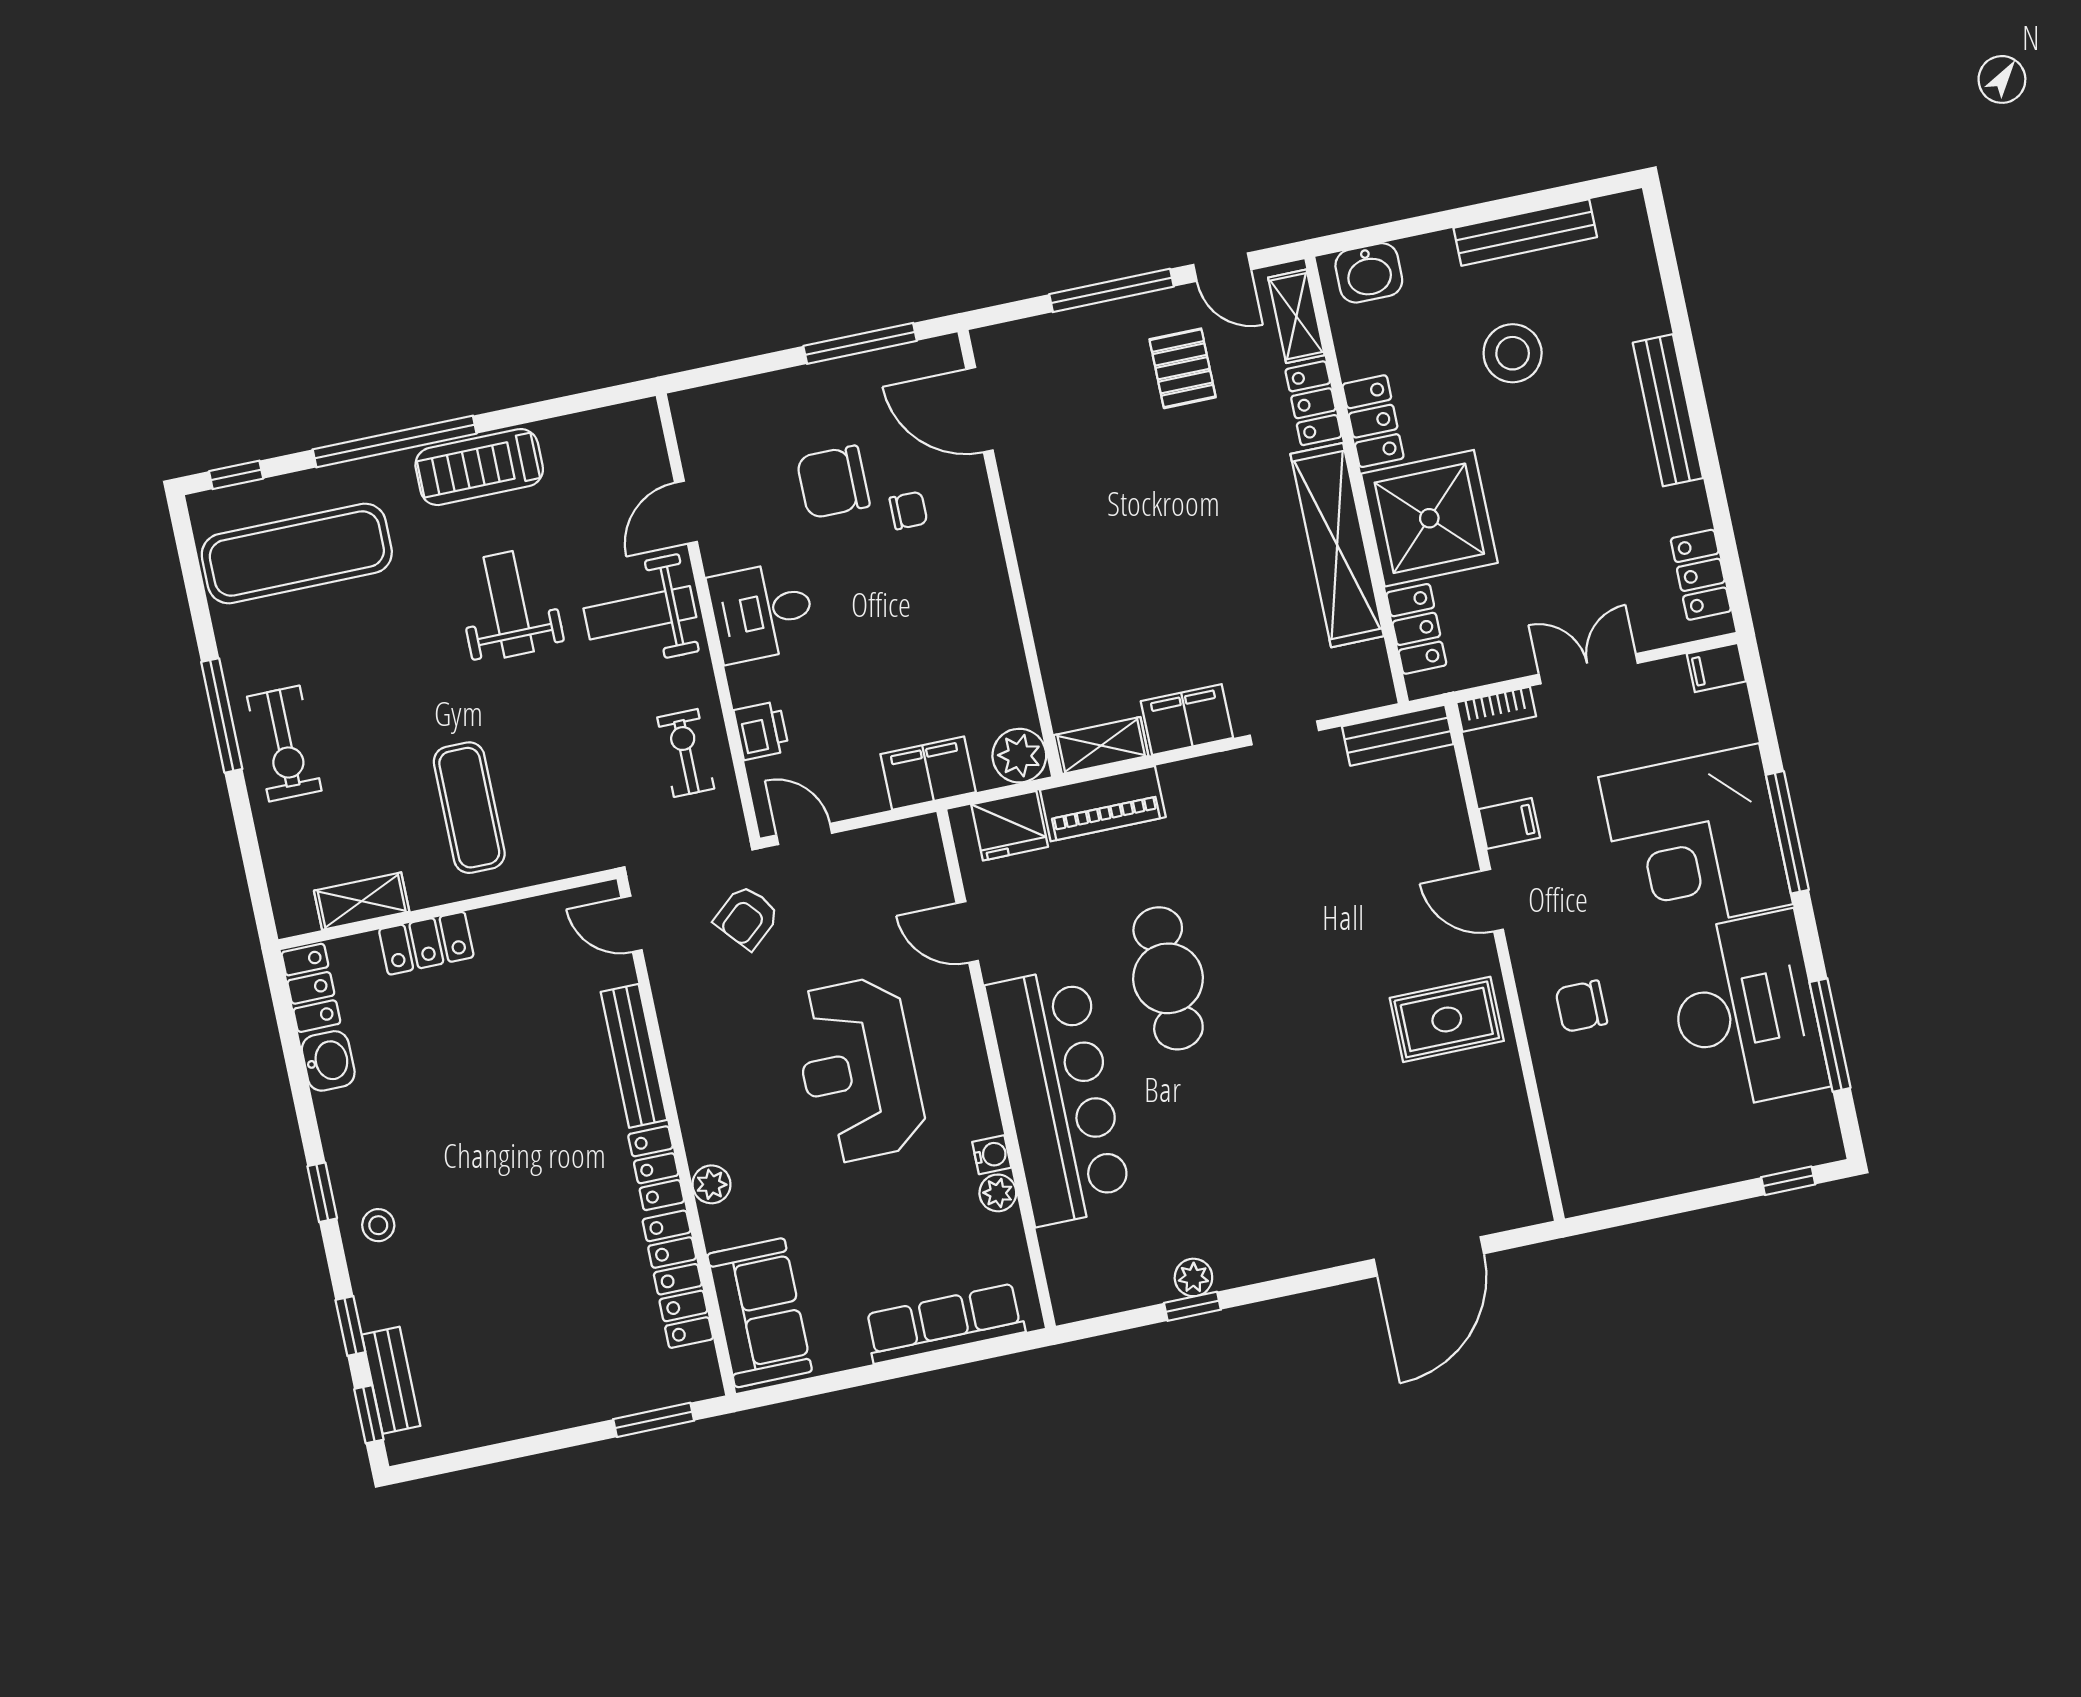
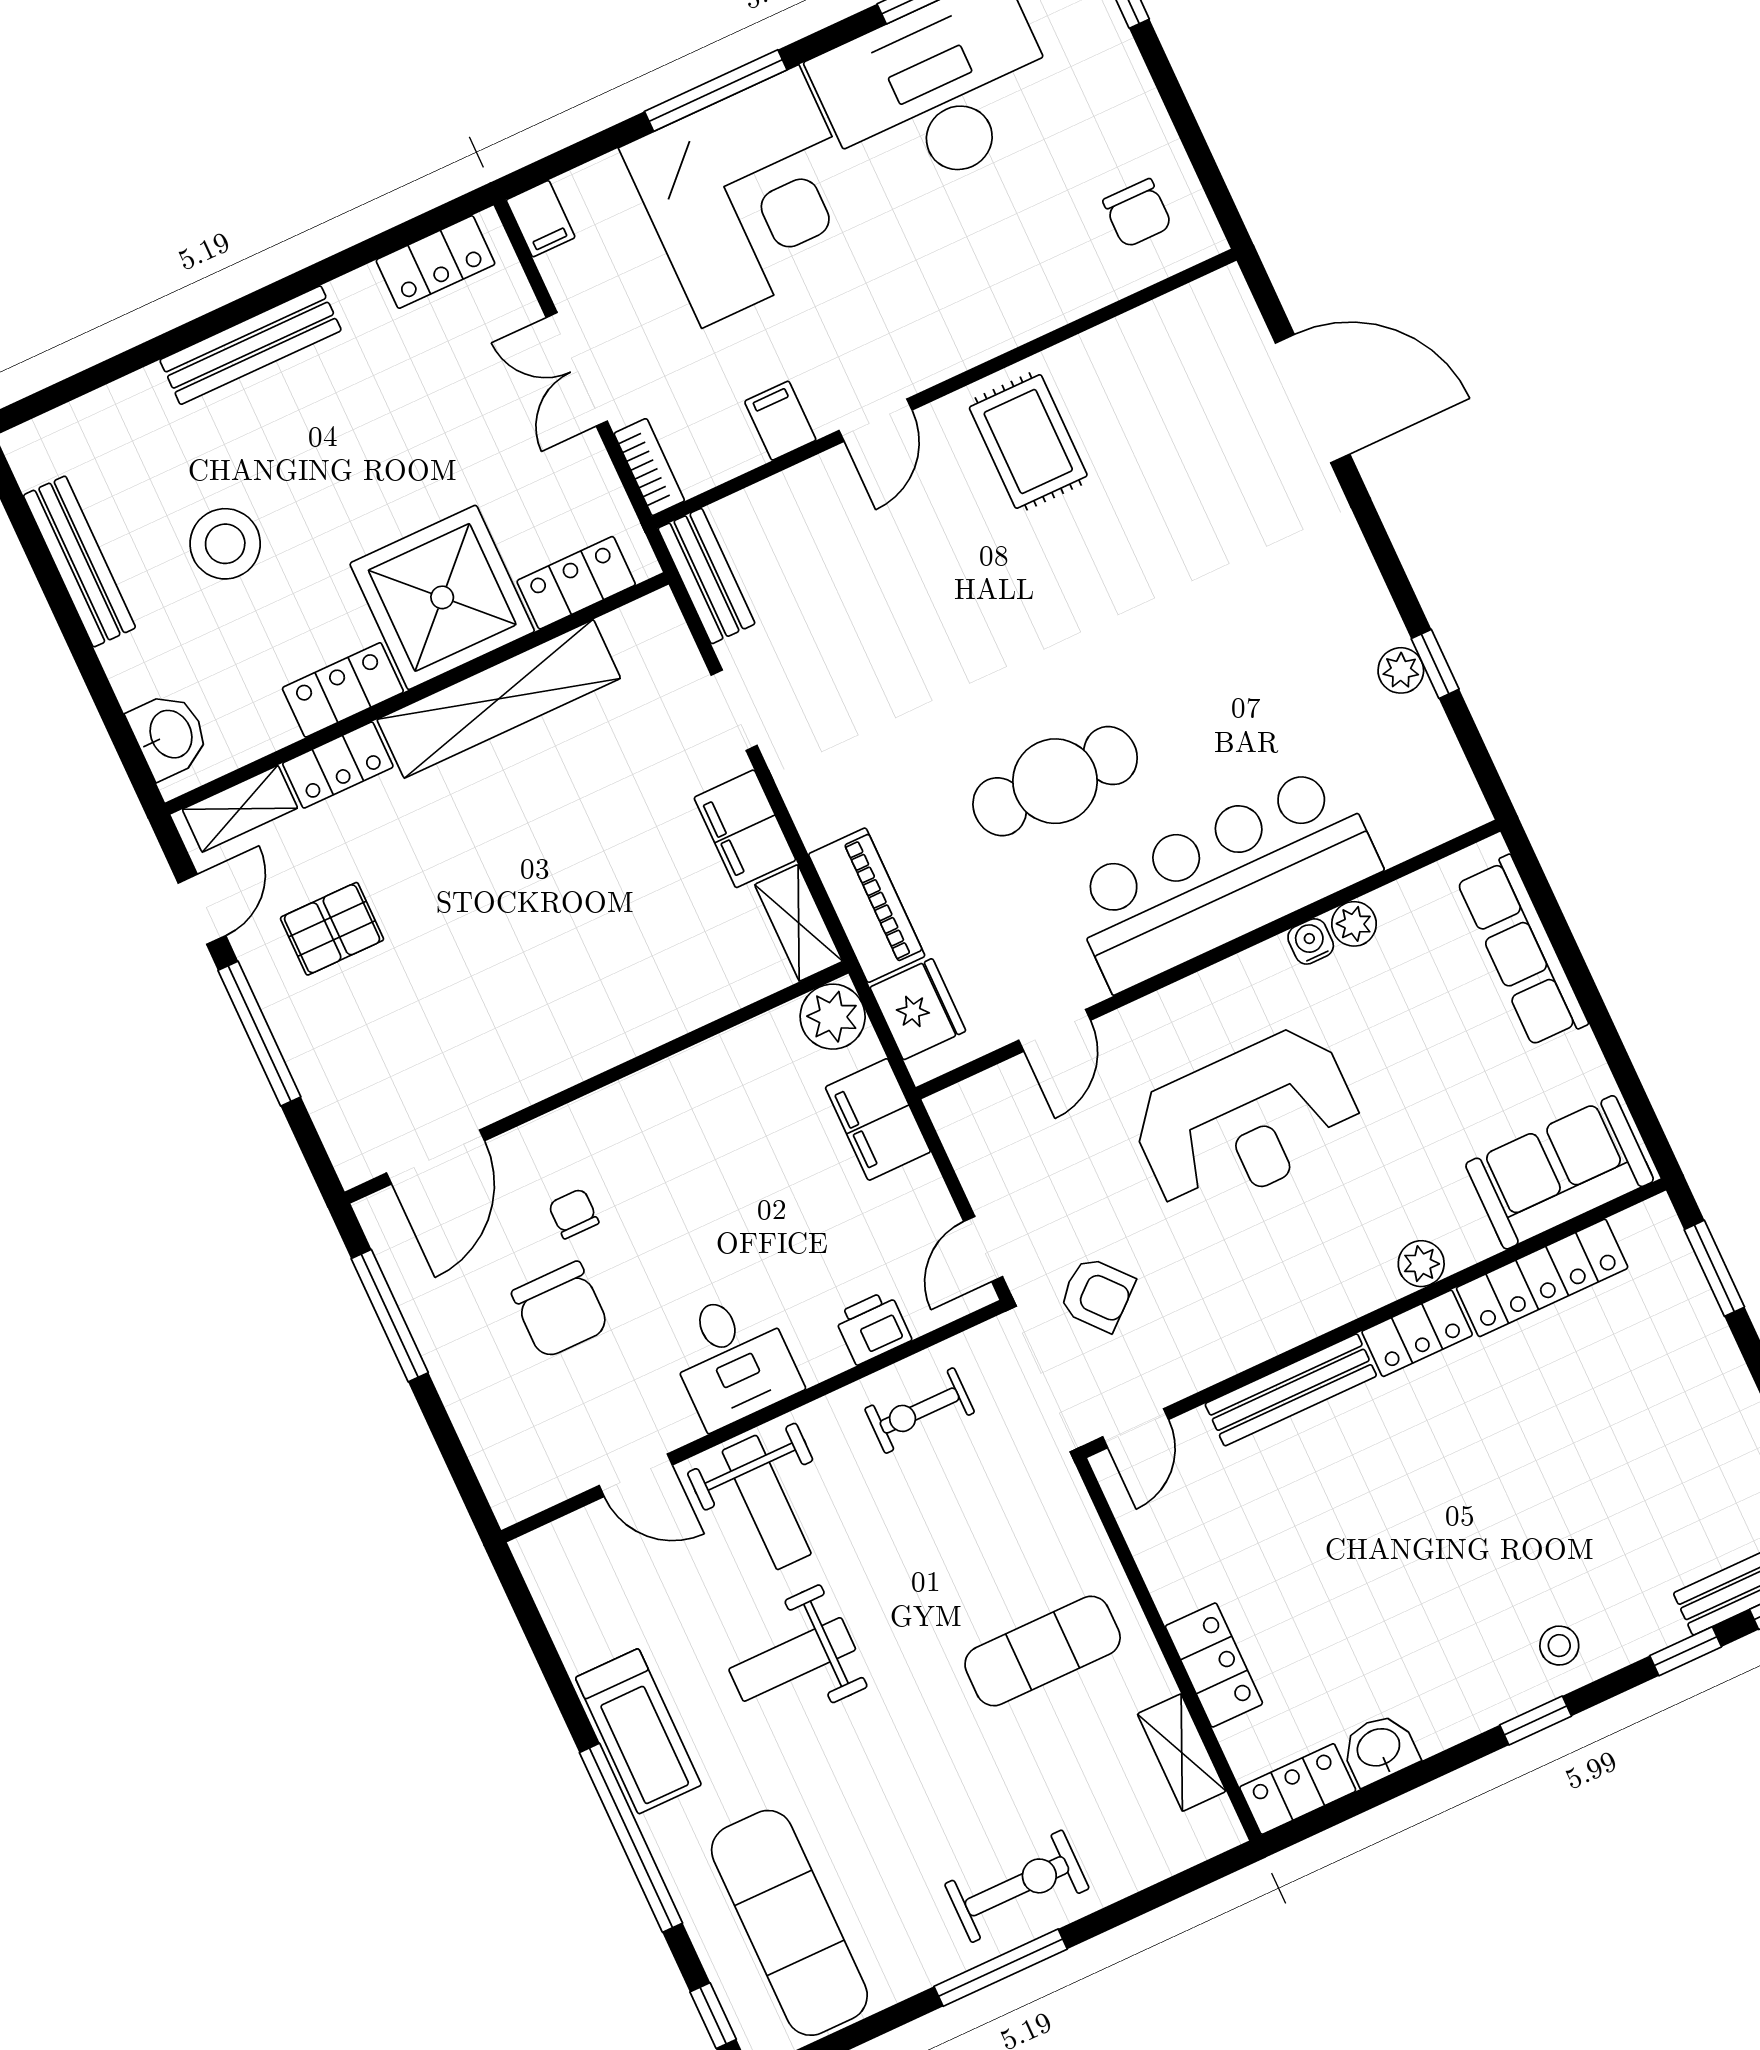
chair: (1581, 1006) -> (1137, 213), moved

